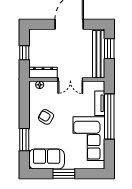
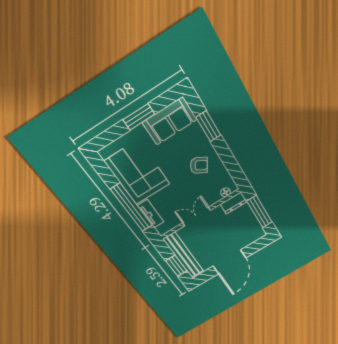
window: (24, 53) -> (260, 212), width x2.17
dresser: (43, 73) -> (234, 203), width x0.70

